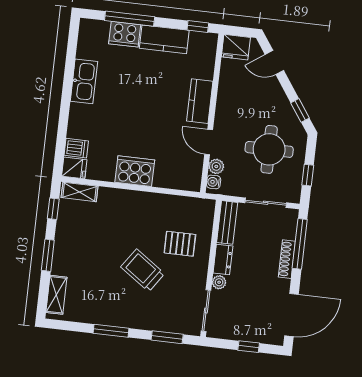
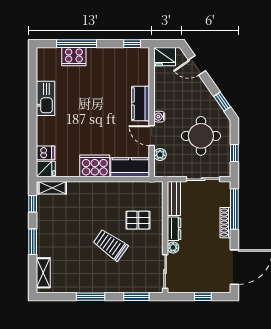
kitchen counter: (164, 39) -> (130, 167), moved, turned 180
water cooler: (214, 182) -> (159, 117), moved

